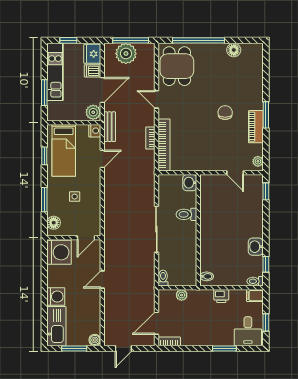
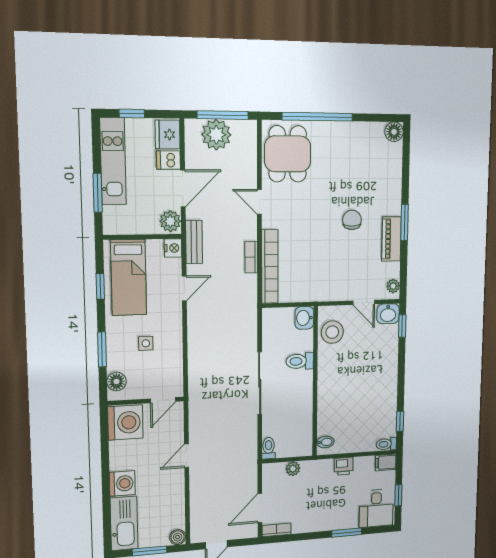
floor lamp: (234, 50) -> (394, 132), moved
stool: (211, 194) -> (332, 332), added
washbasin: (256, 247) -> (388, 314), moved, turned -90

